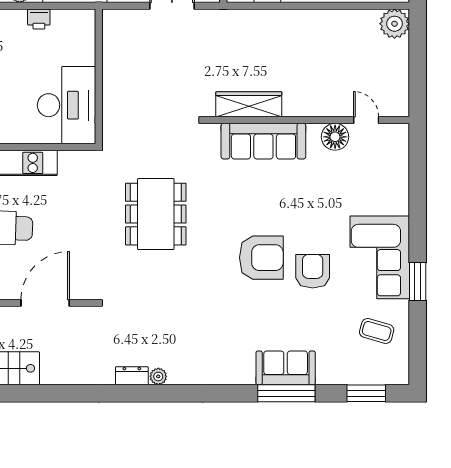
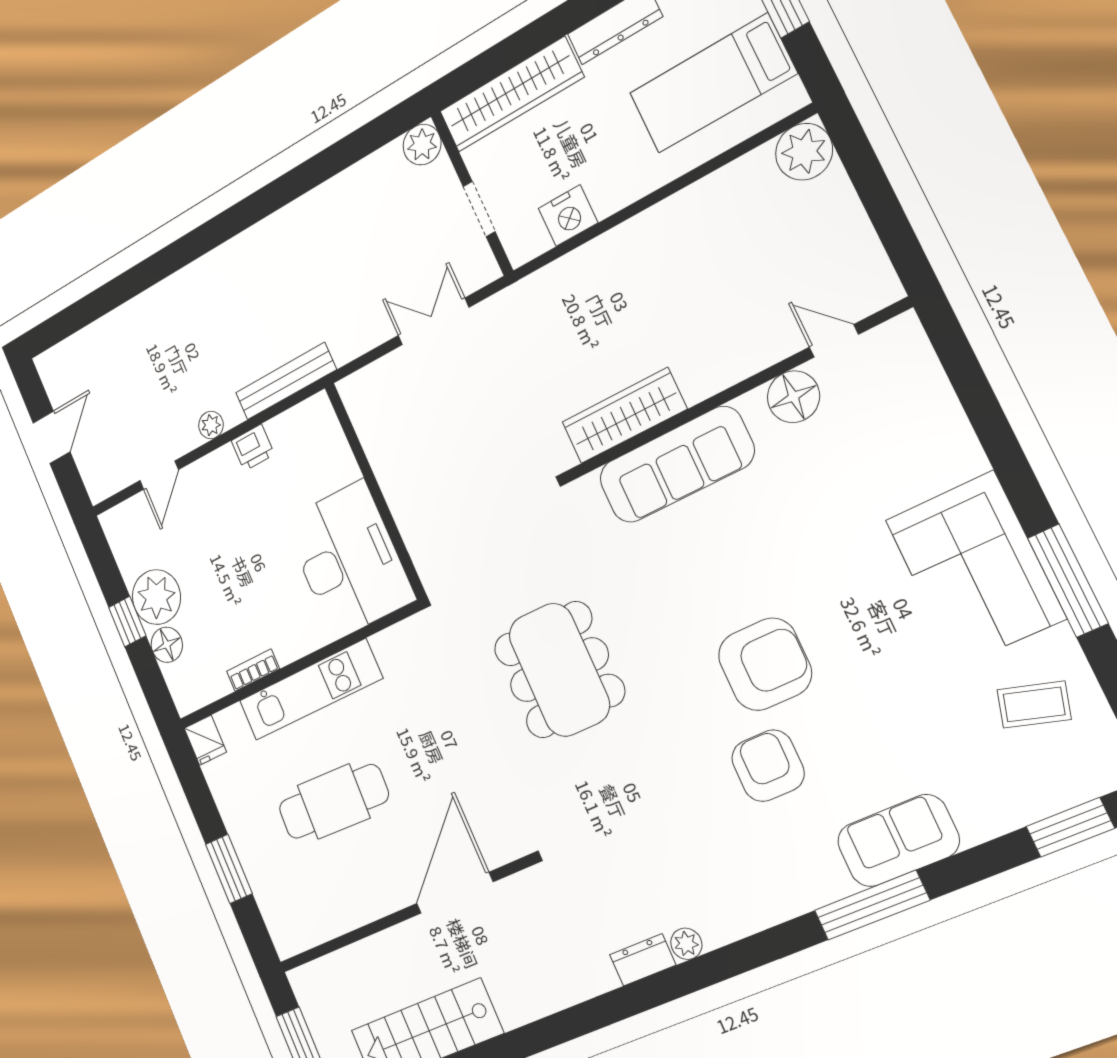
armchair: (313, 271) -> (768, 766), moved
window: (418, 281) -> (1068, 581), width x1.44
window: (286, 393) -> (872, 905), moved

